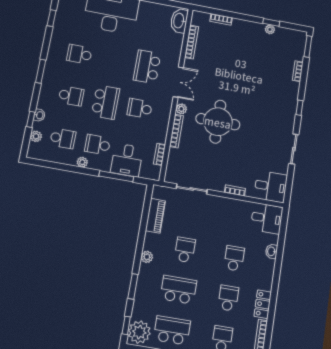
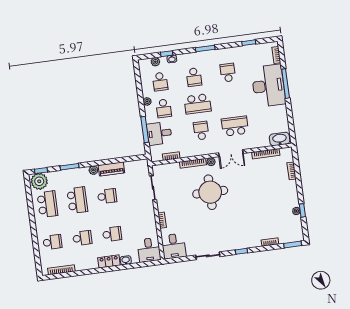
school desk: (98, 145) -> (164, 108), turned 180
piano: (155, 216) -> (111, 169), moved
locker: (263, 304) -> (109, 261), moved

